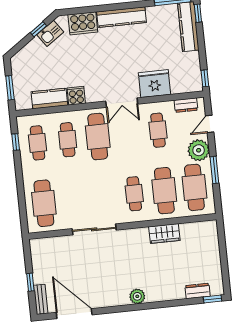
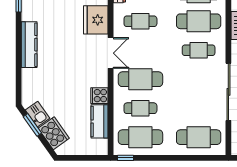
cooker: (83, 23) -> (54, 133), moved, turned -35
window: (39, 29) -> (32, 125), width x1.50
window: (10, 88) -> (85, 158), removed
window: (16, 142) -> (126, 158), moved
cafe table: (38, 143) -> (140, 137), width x1.37, depth x1.35
sliding door: (94, 229) -> (228, 92), width x1.36

